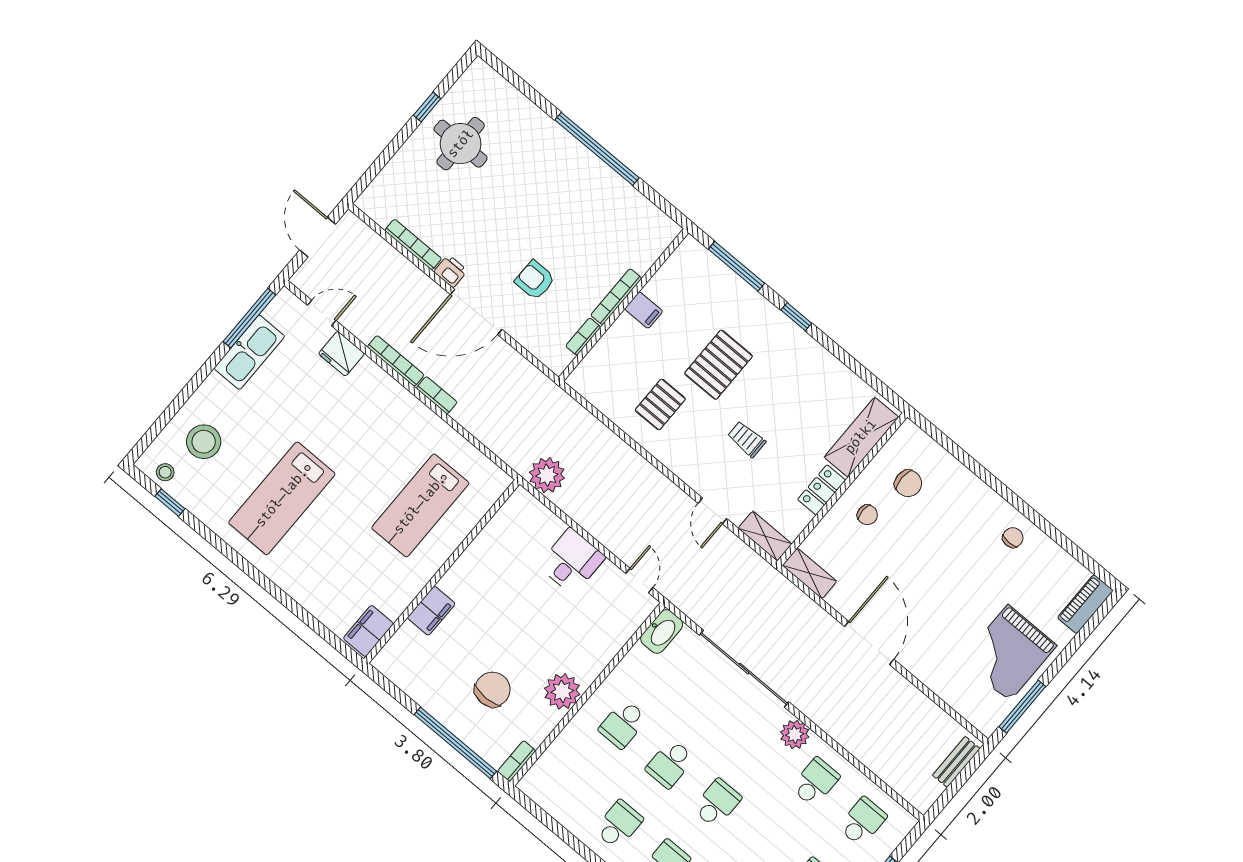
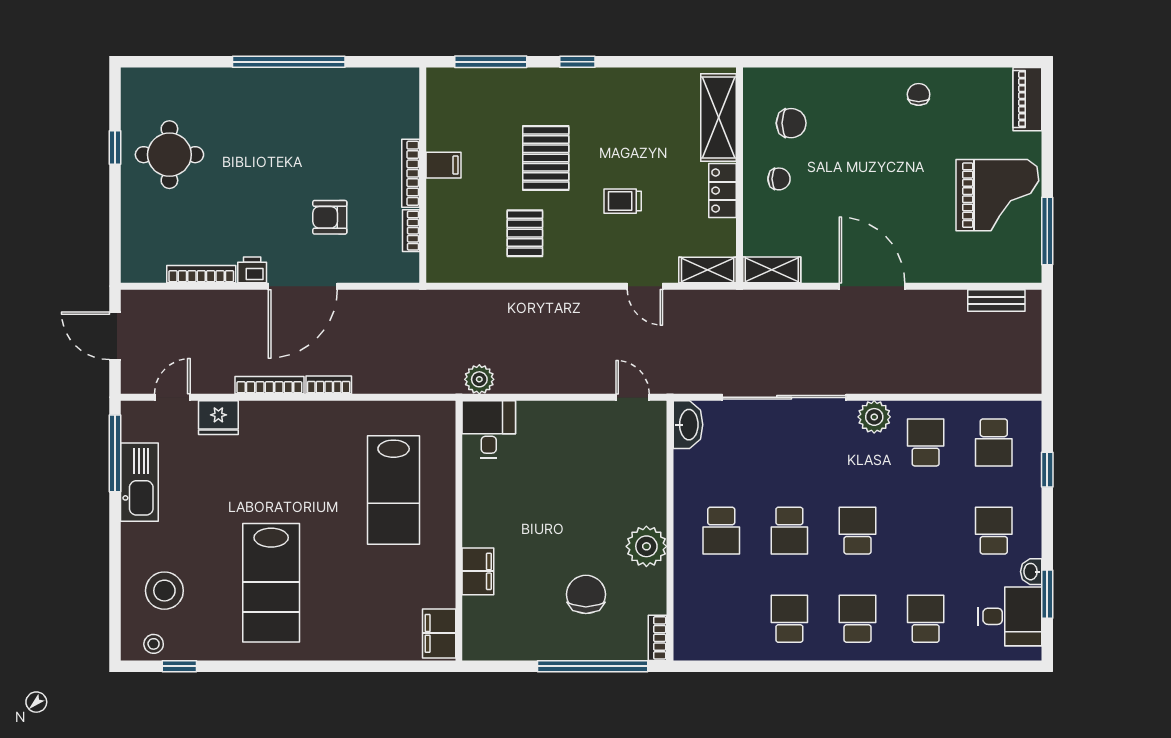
plant: (547, 475) -> (479, 379), width x0.73, depth x0.73
desk: (572, 561) -> (489, 429), moved
grand piano: (1009, 653) -> (997, 195), turned -90
bench: (956, 762) -> (996, 300), moved, turned 90
school desk: (862, 822) -> (994, 442), turned 180

